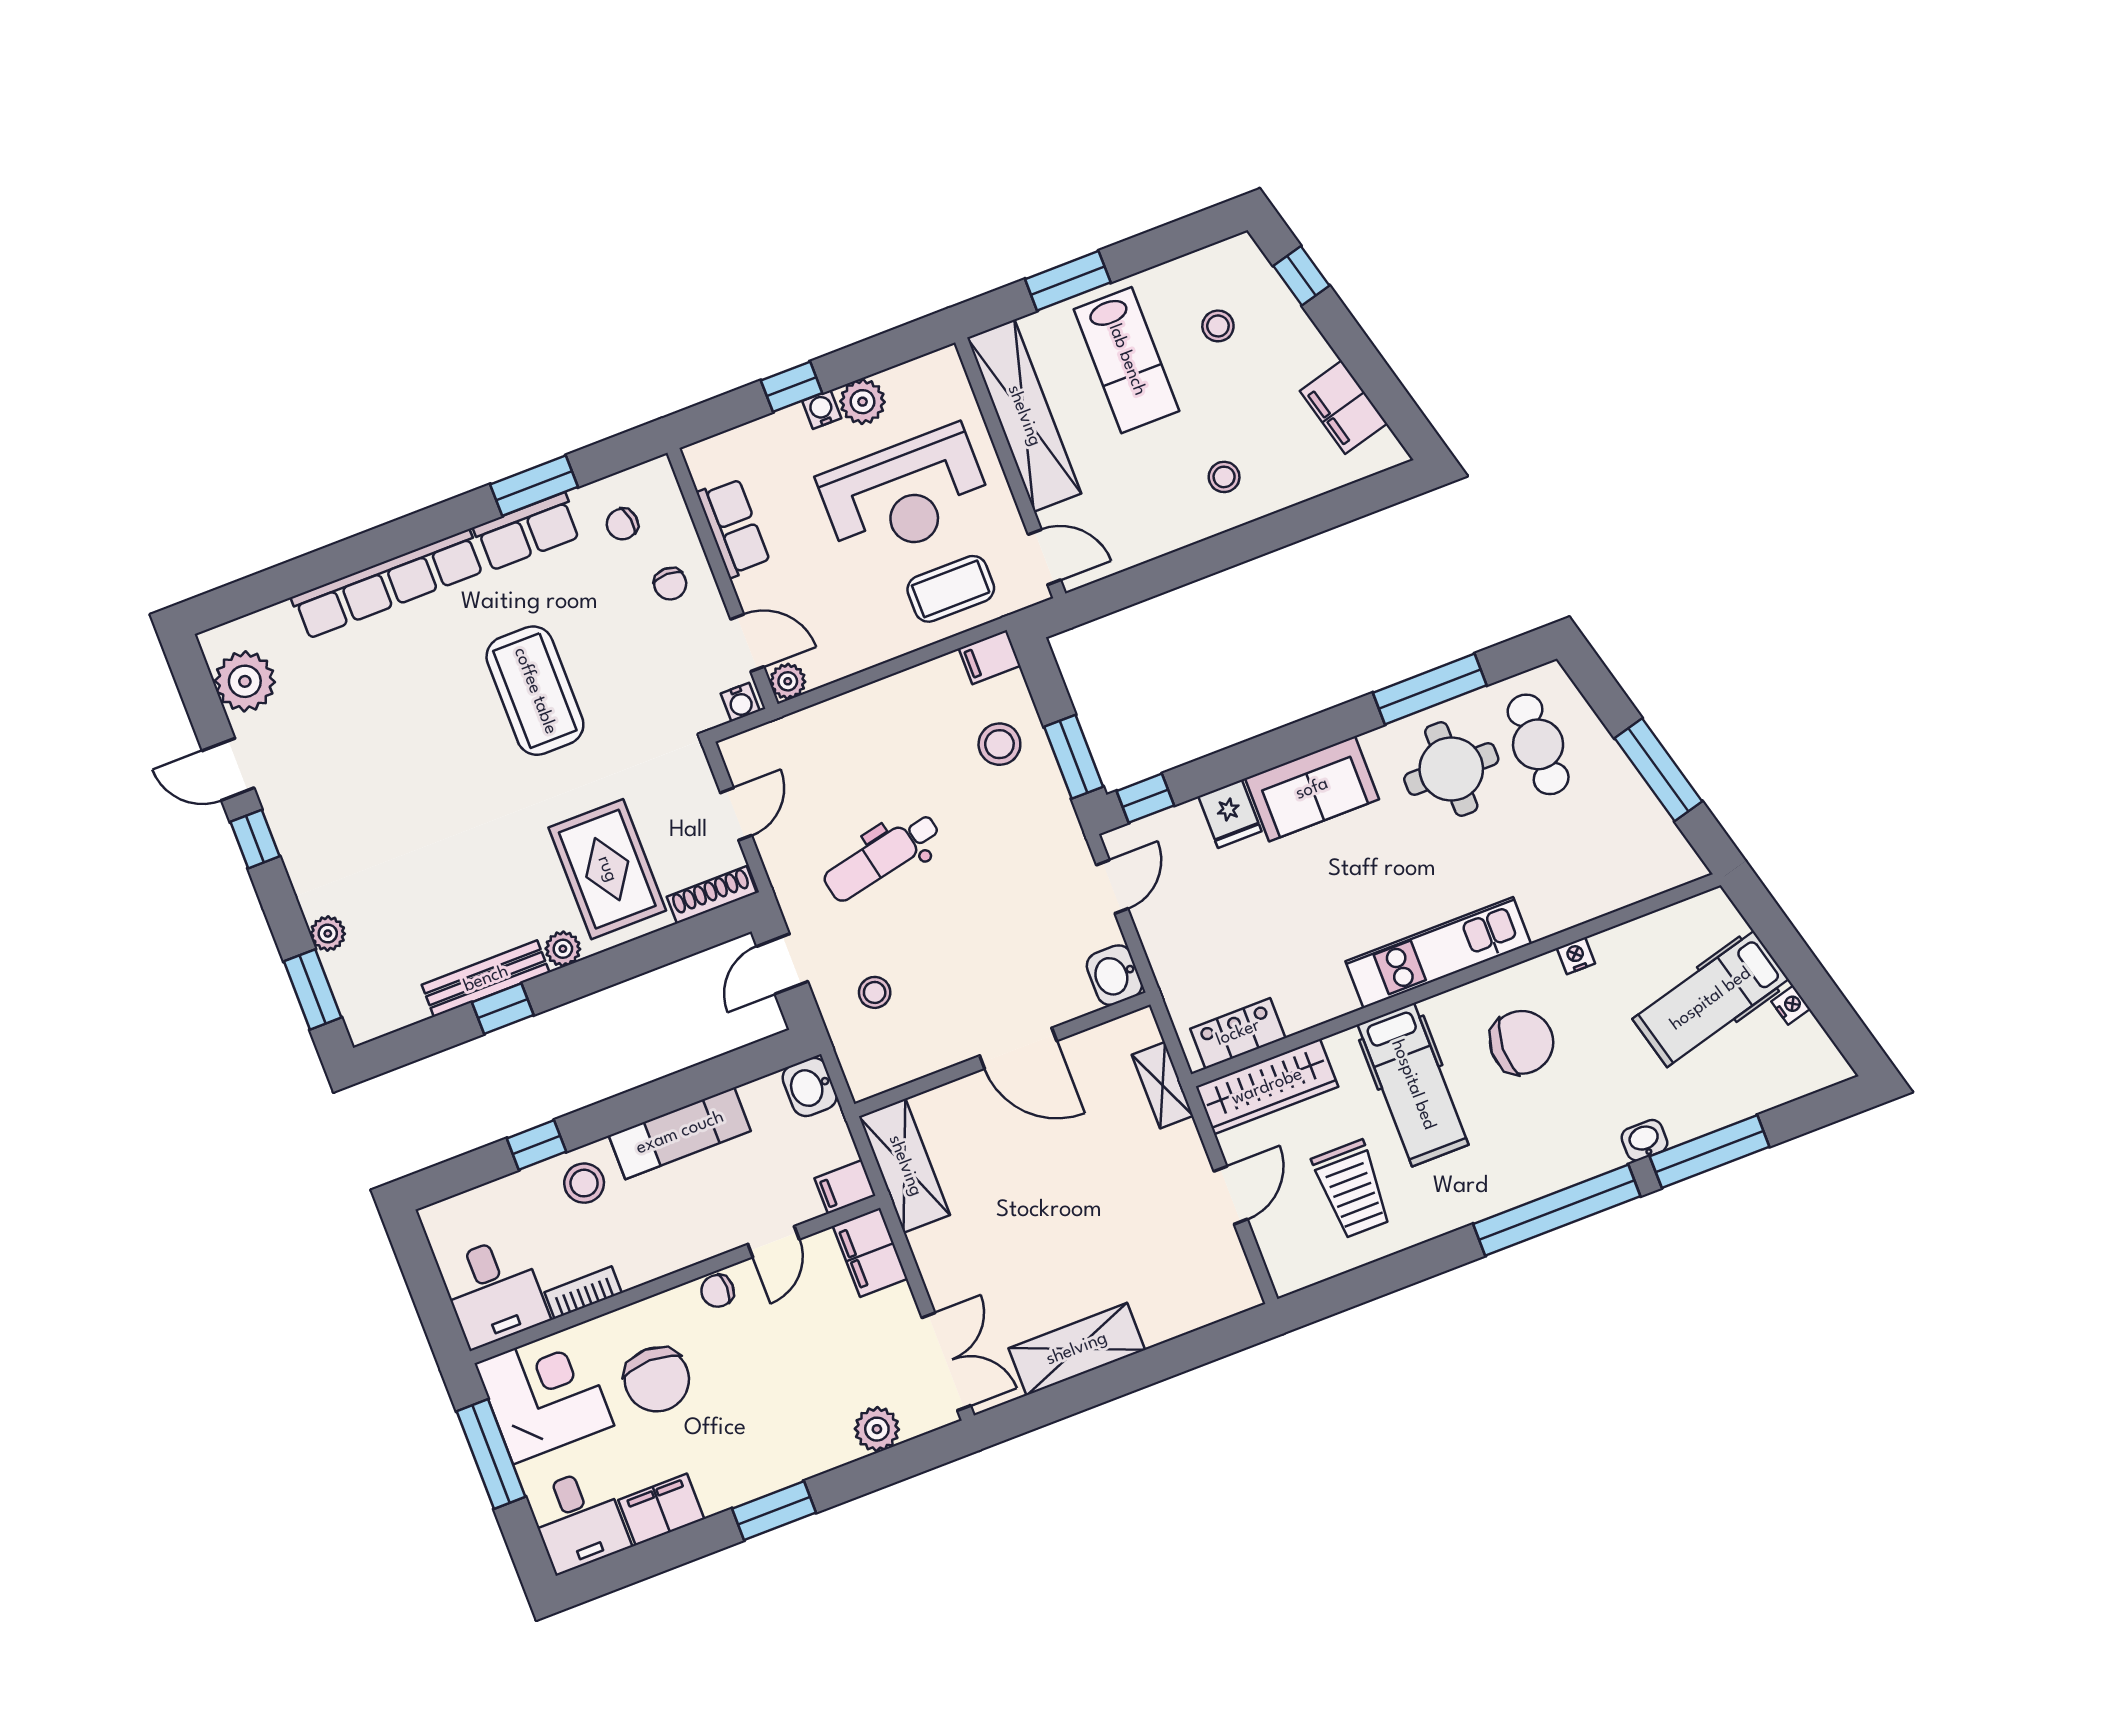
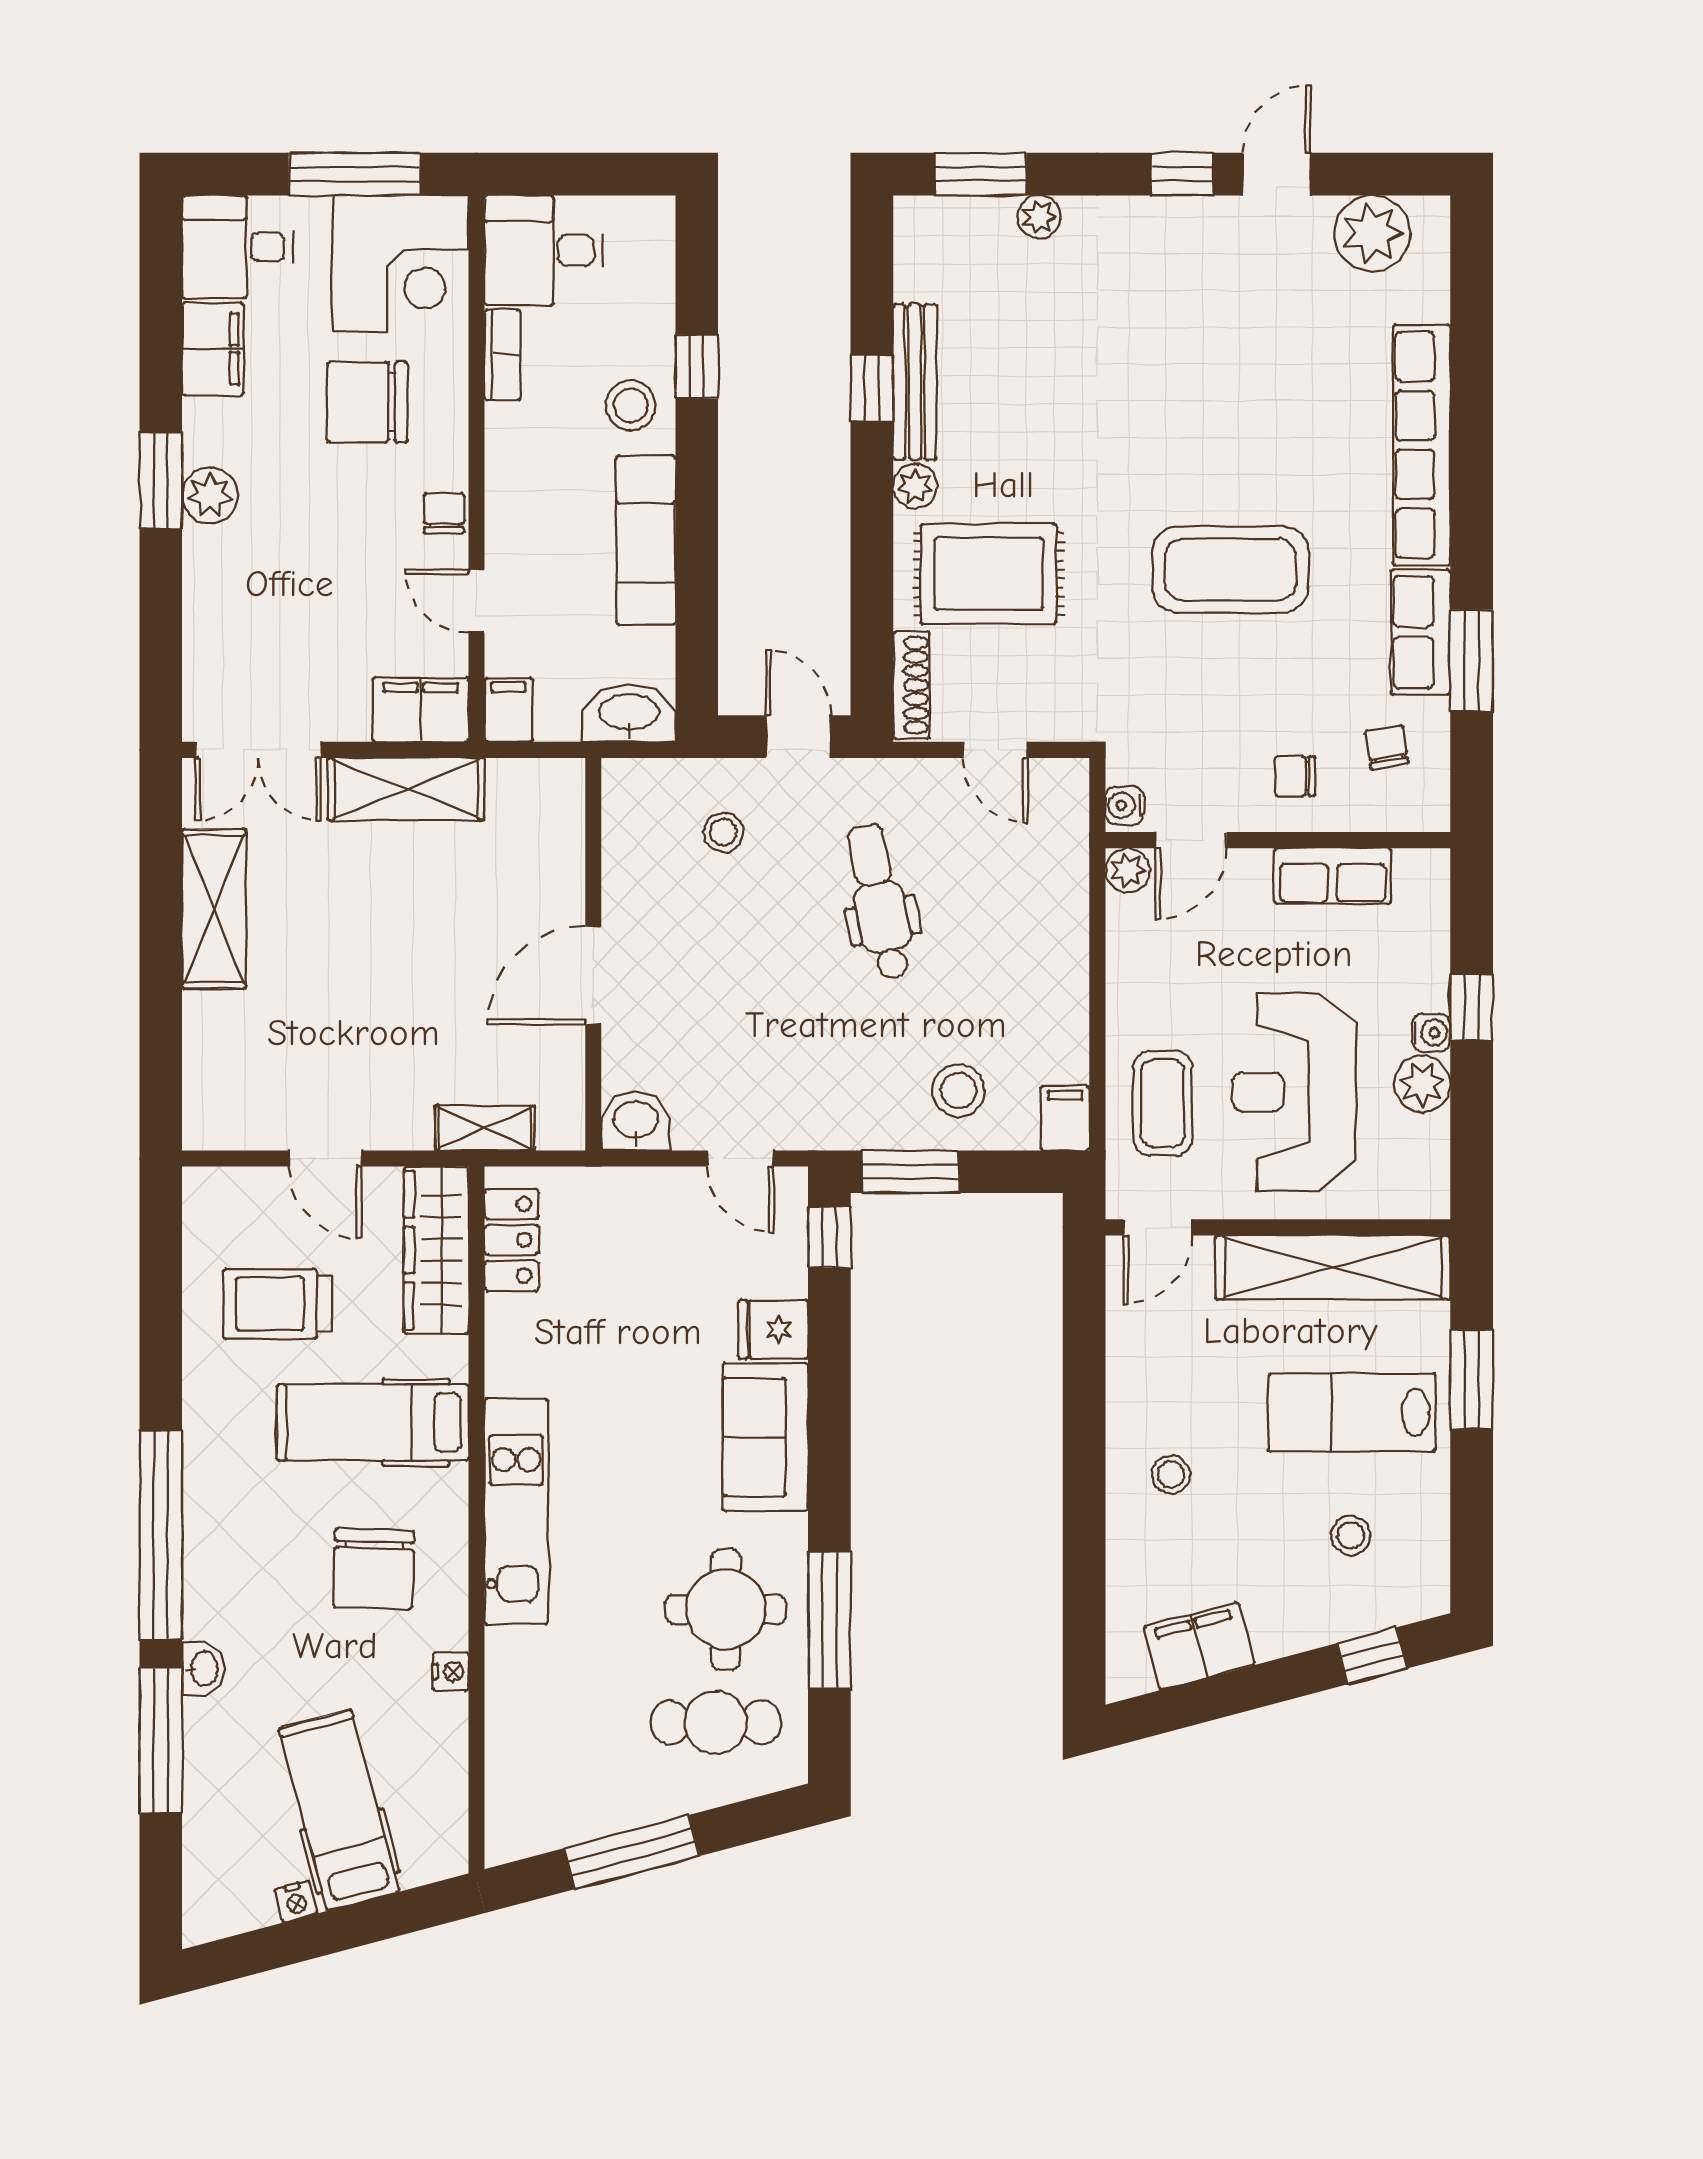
washbasin: (810, 1087) -> (629, 713), width x1.38
shelving: (905, 1166) -> (406, 789), moved
plant: (877, 1429) -> (210, 495), moved

